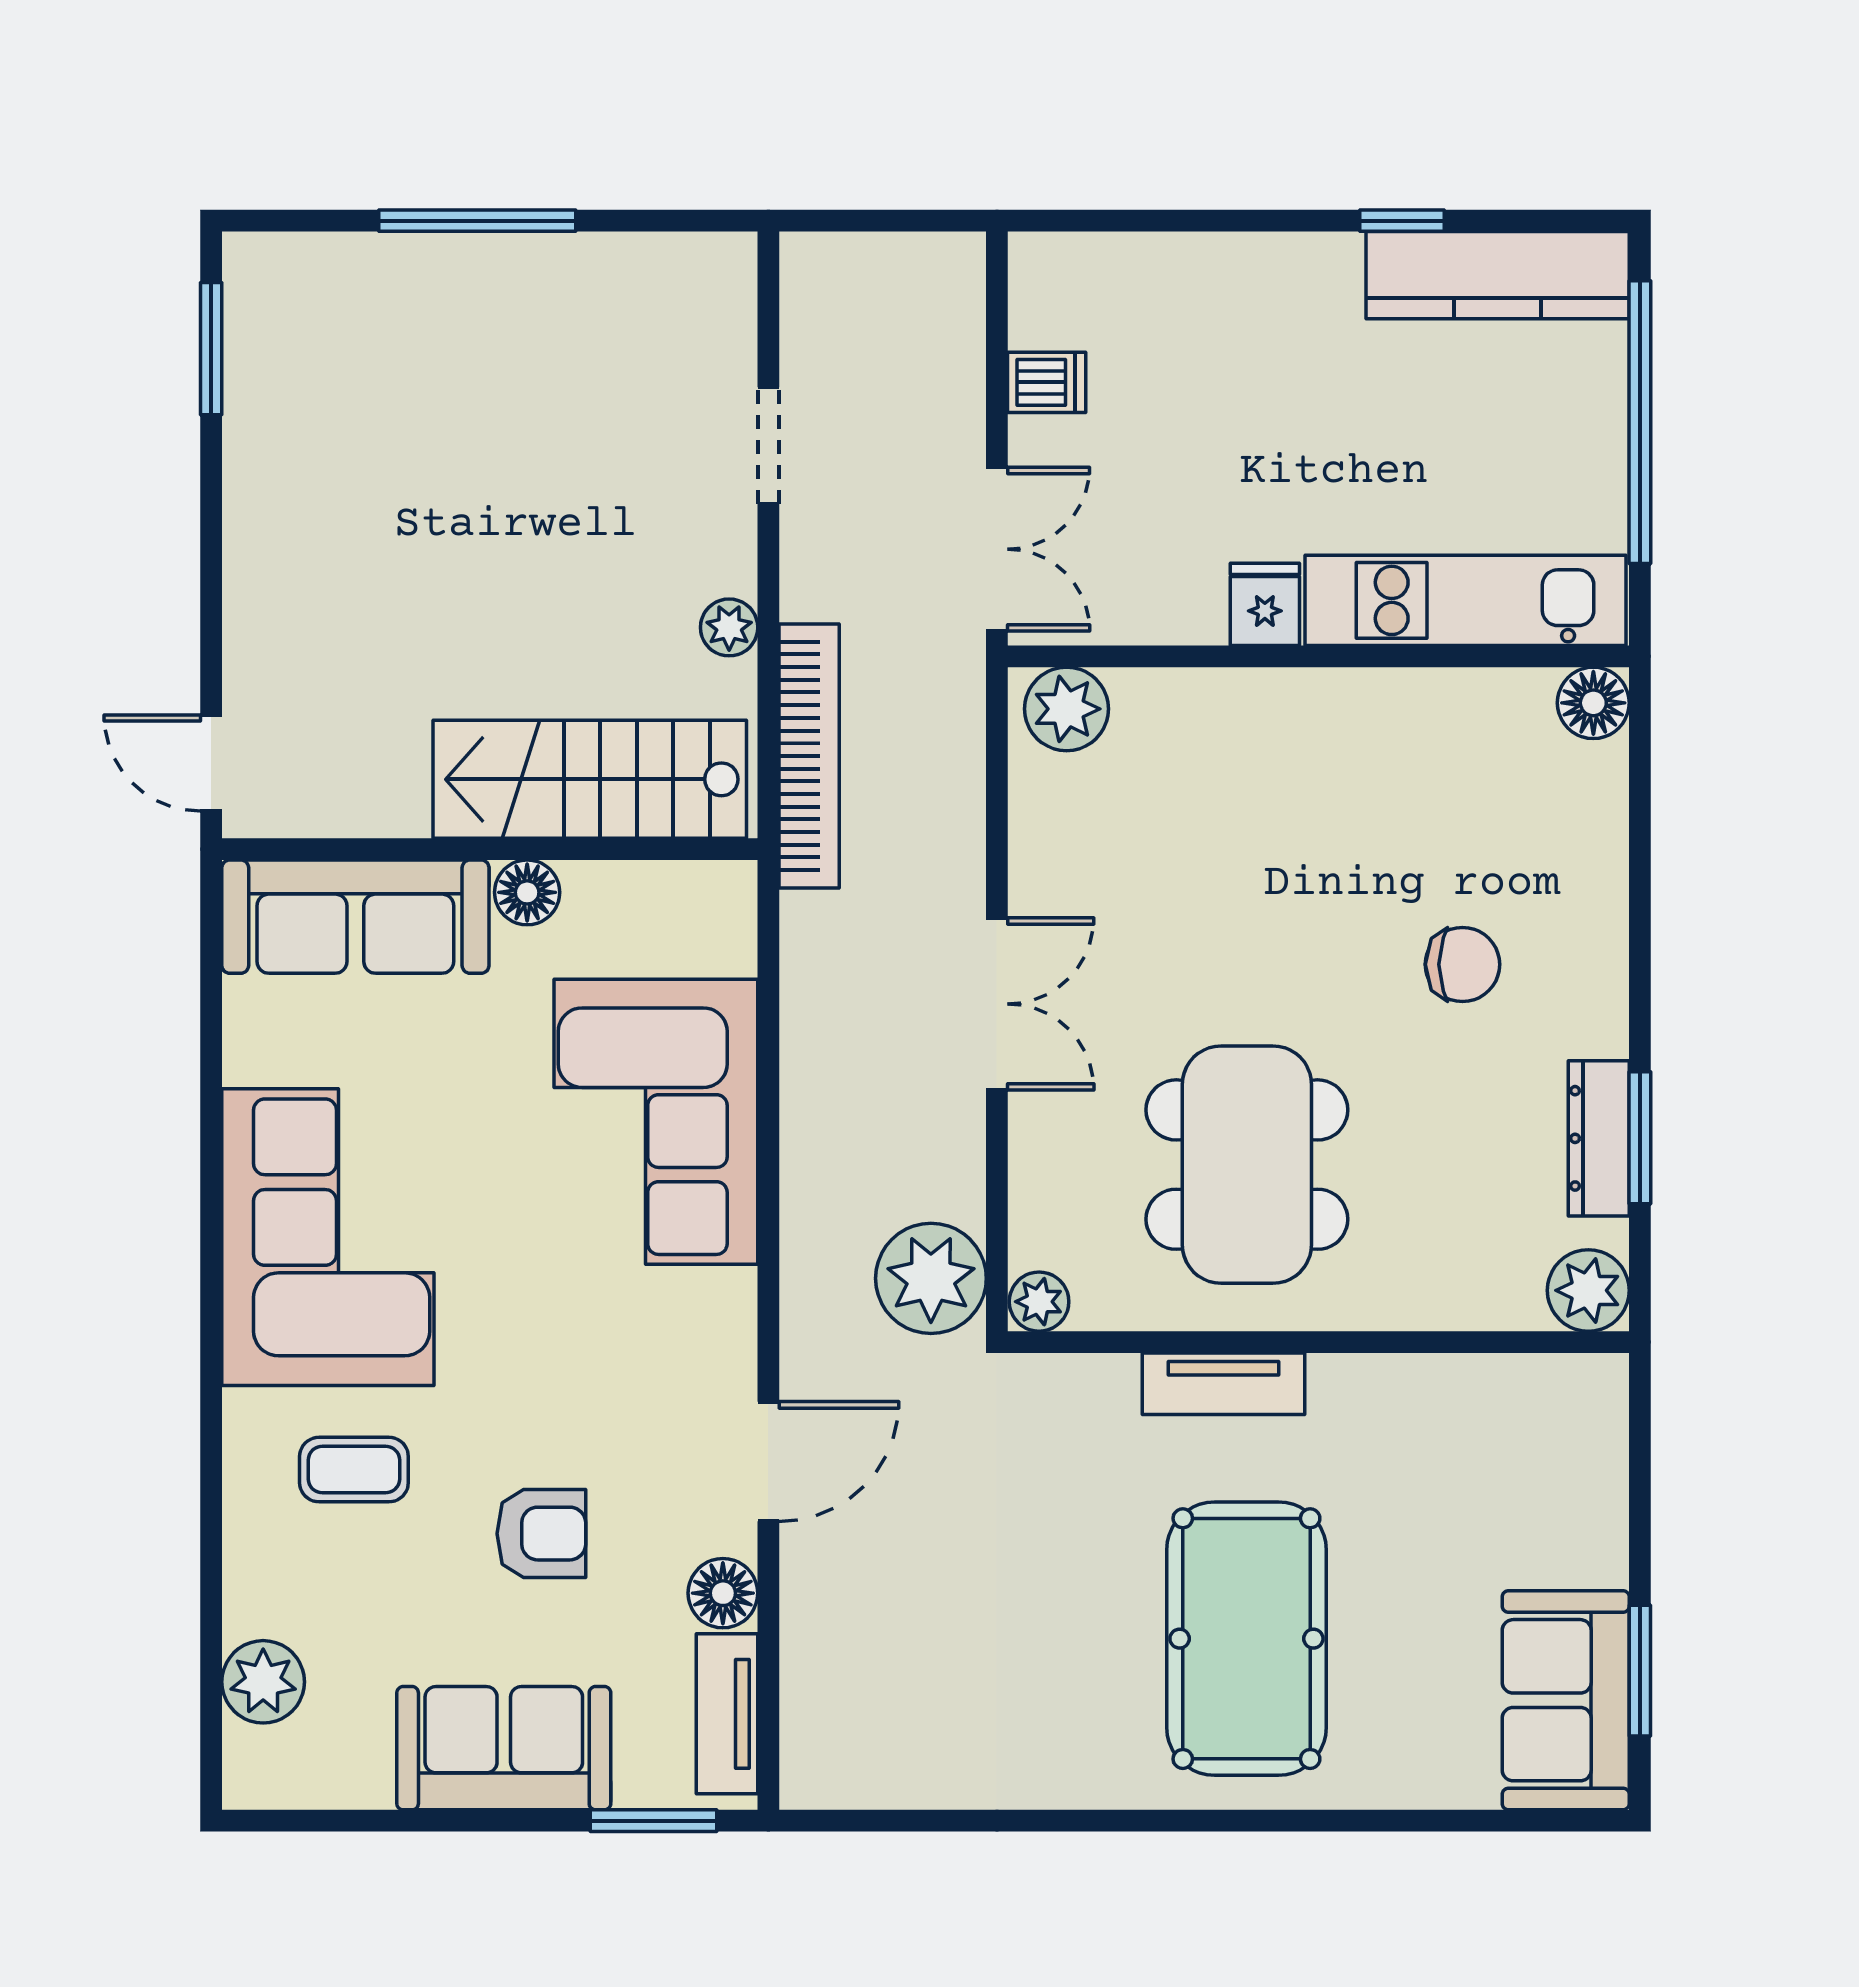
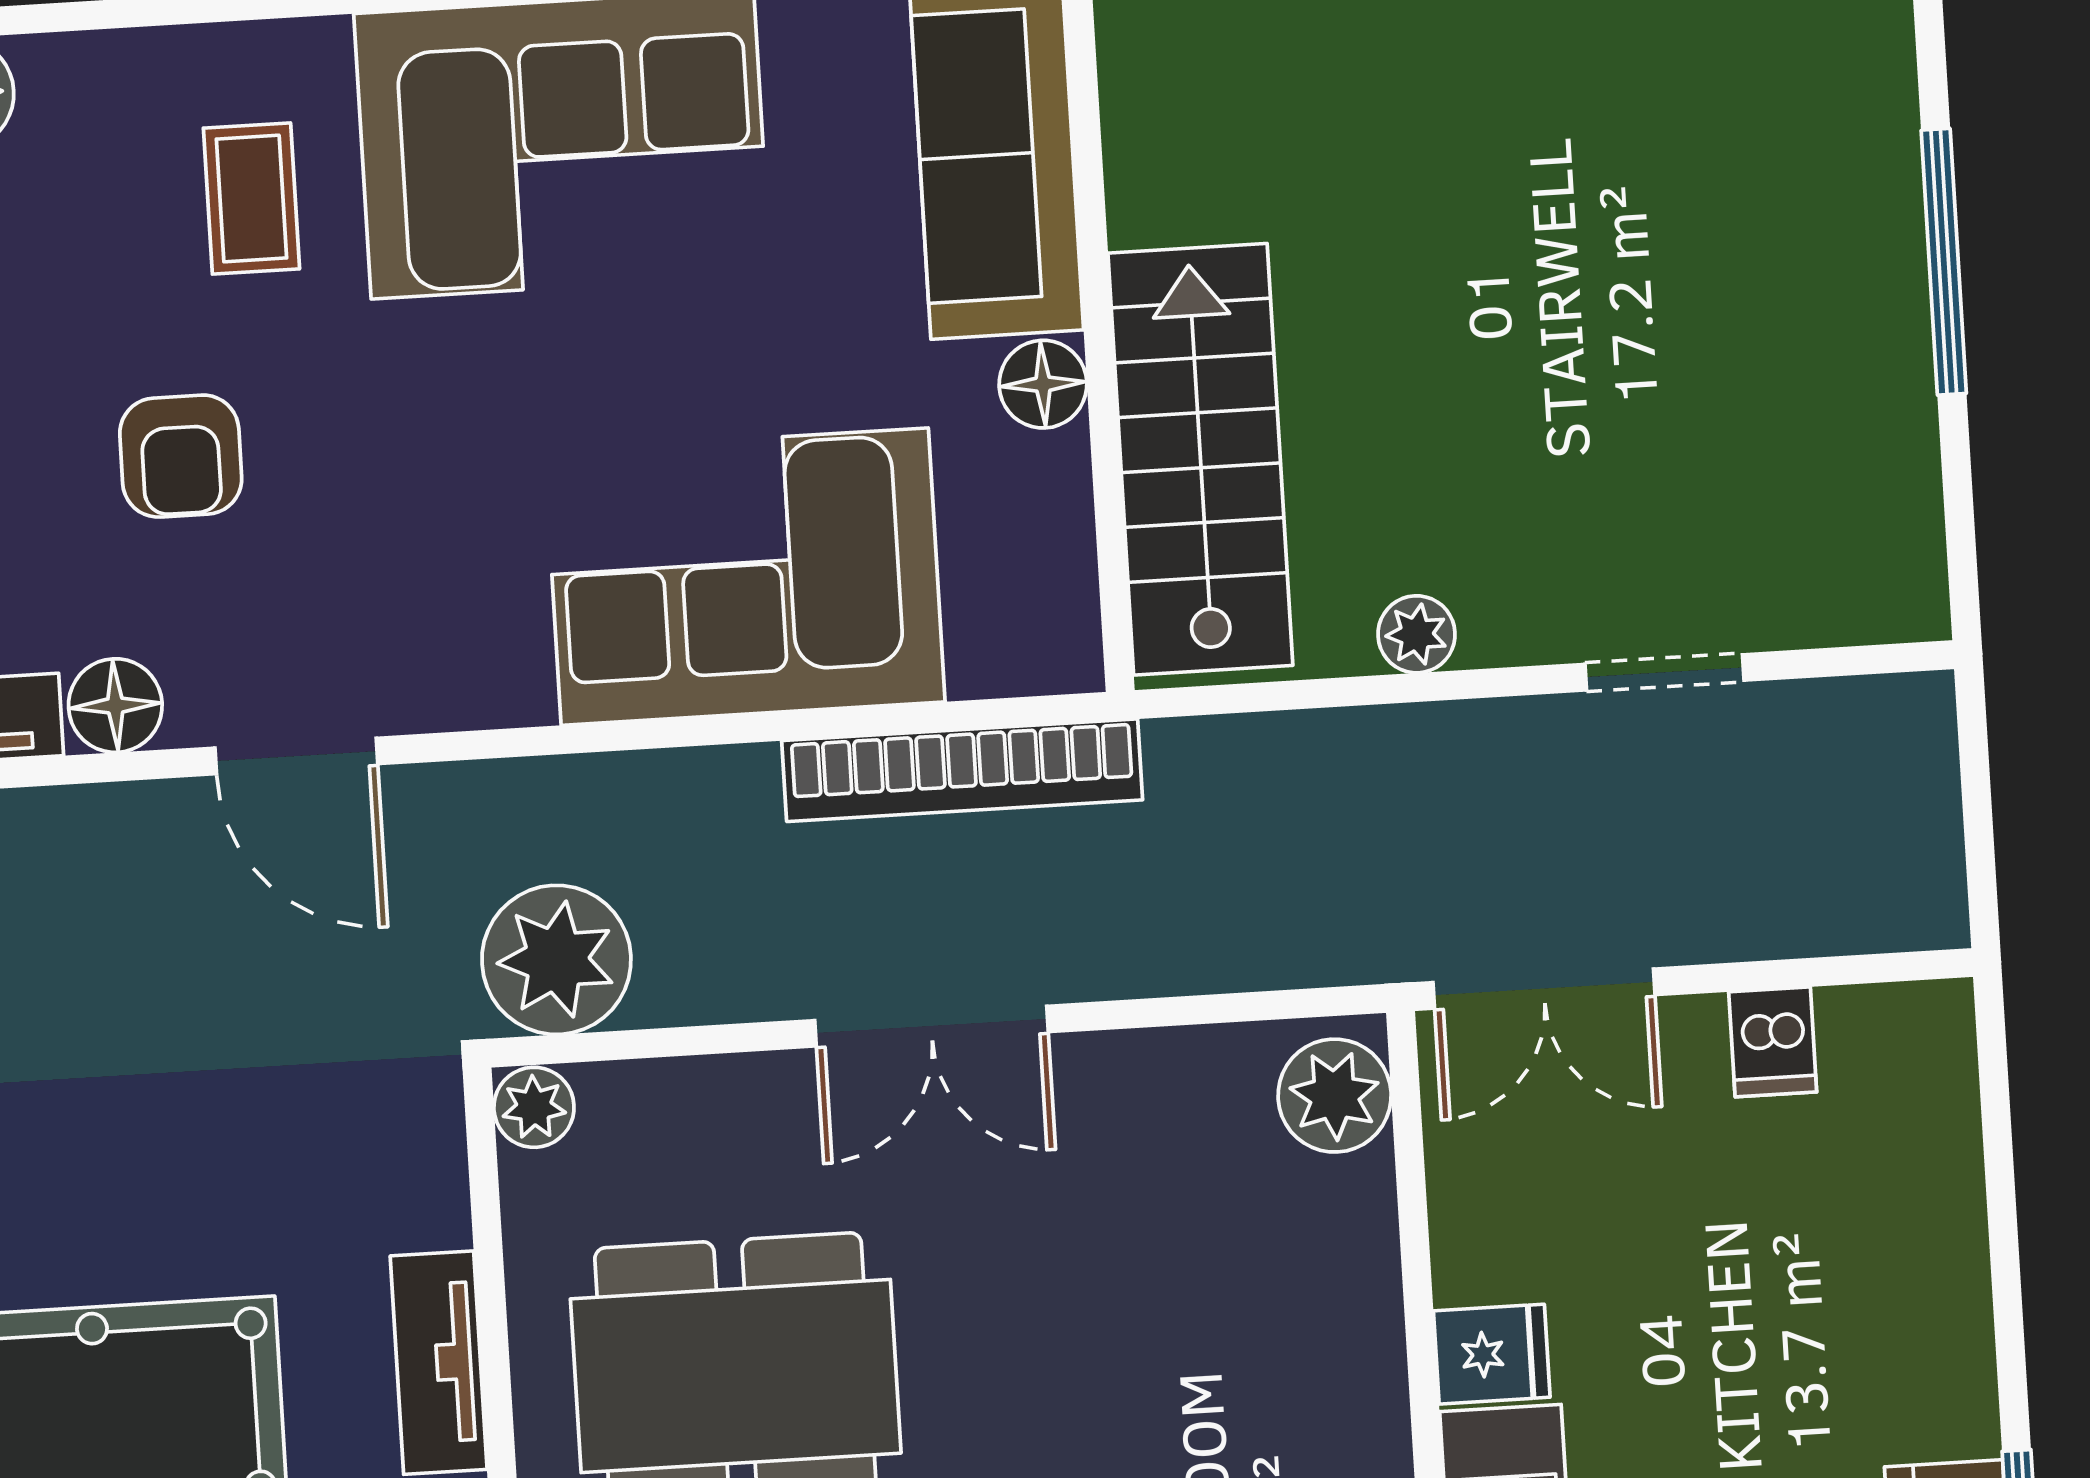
bookcase: (809, 756) -> (962, 770), moved

